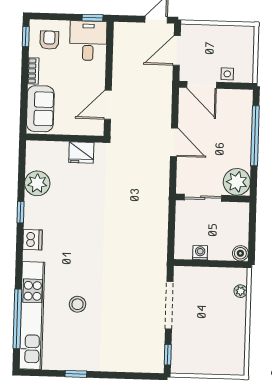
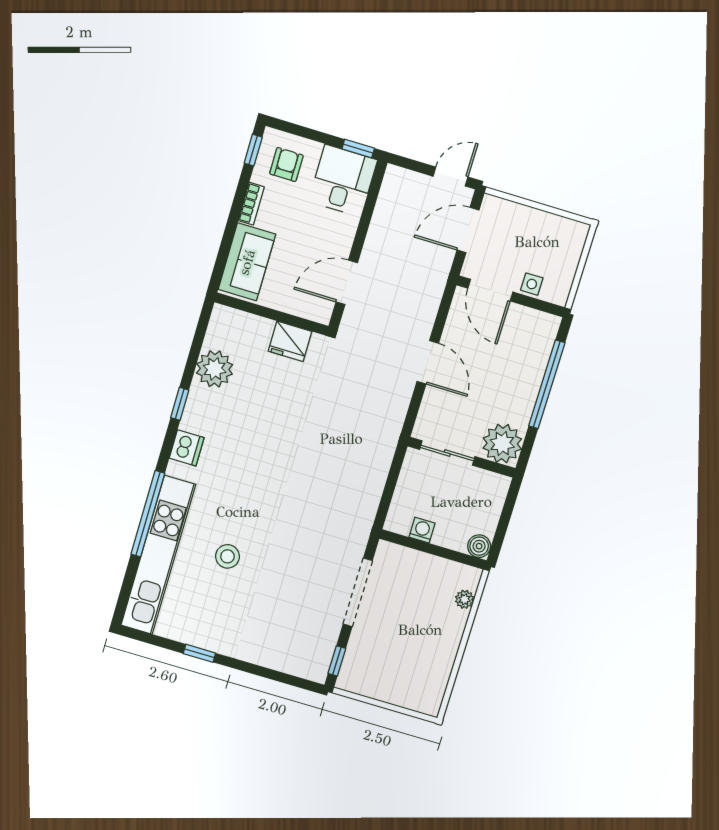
window: (17, 319) -> (148, 514), moved

